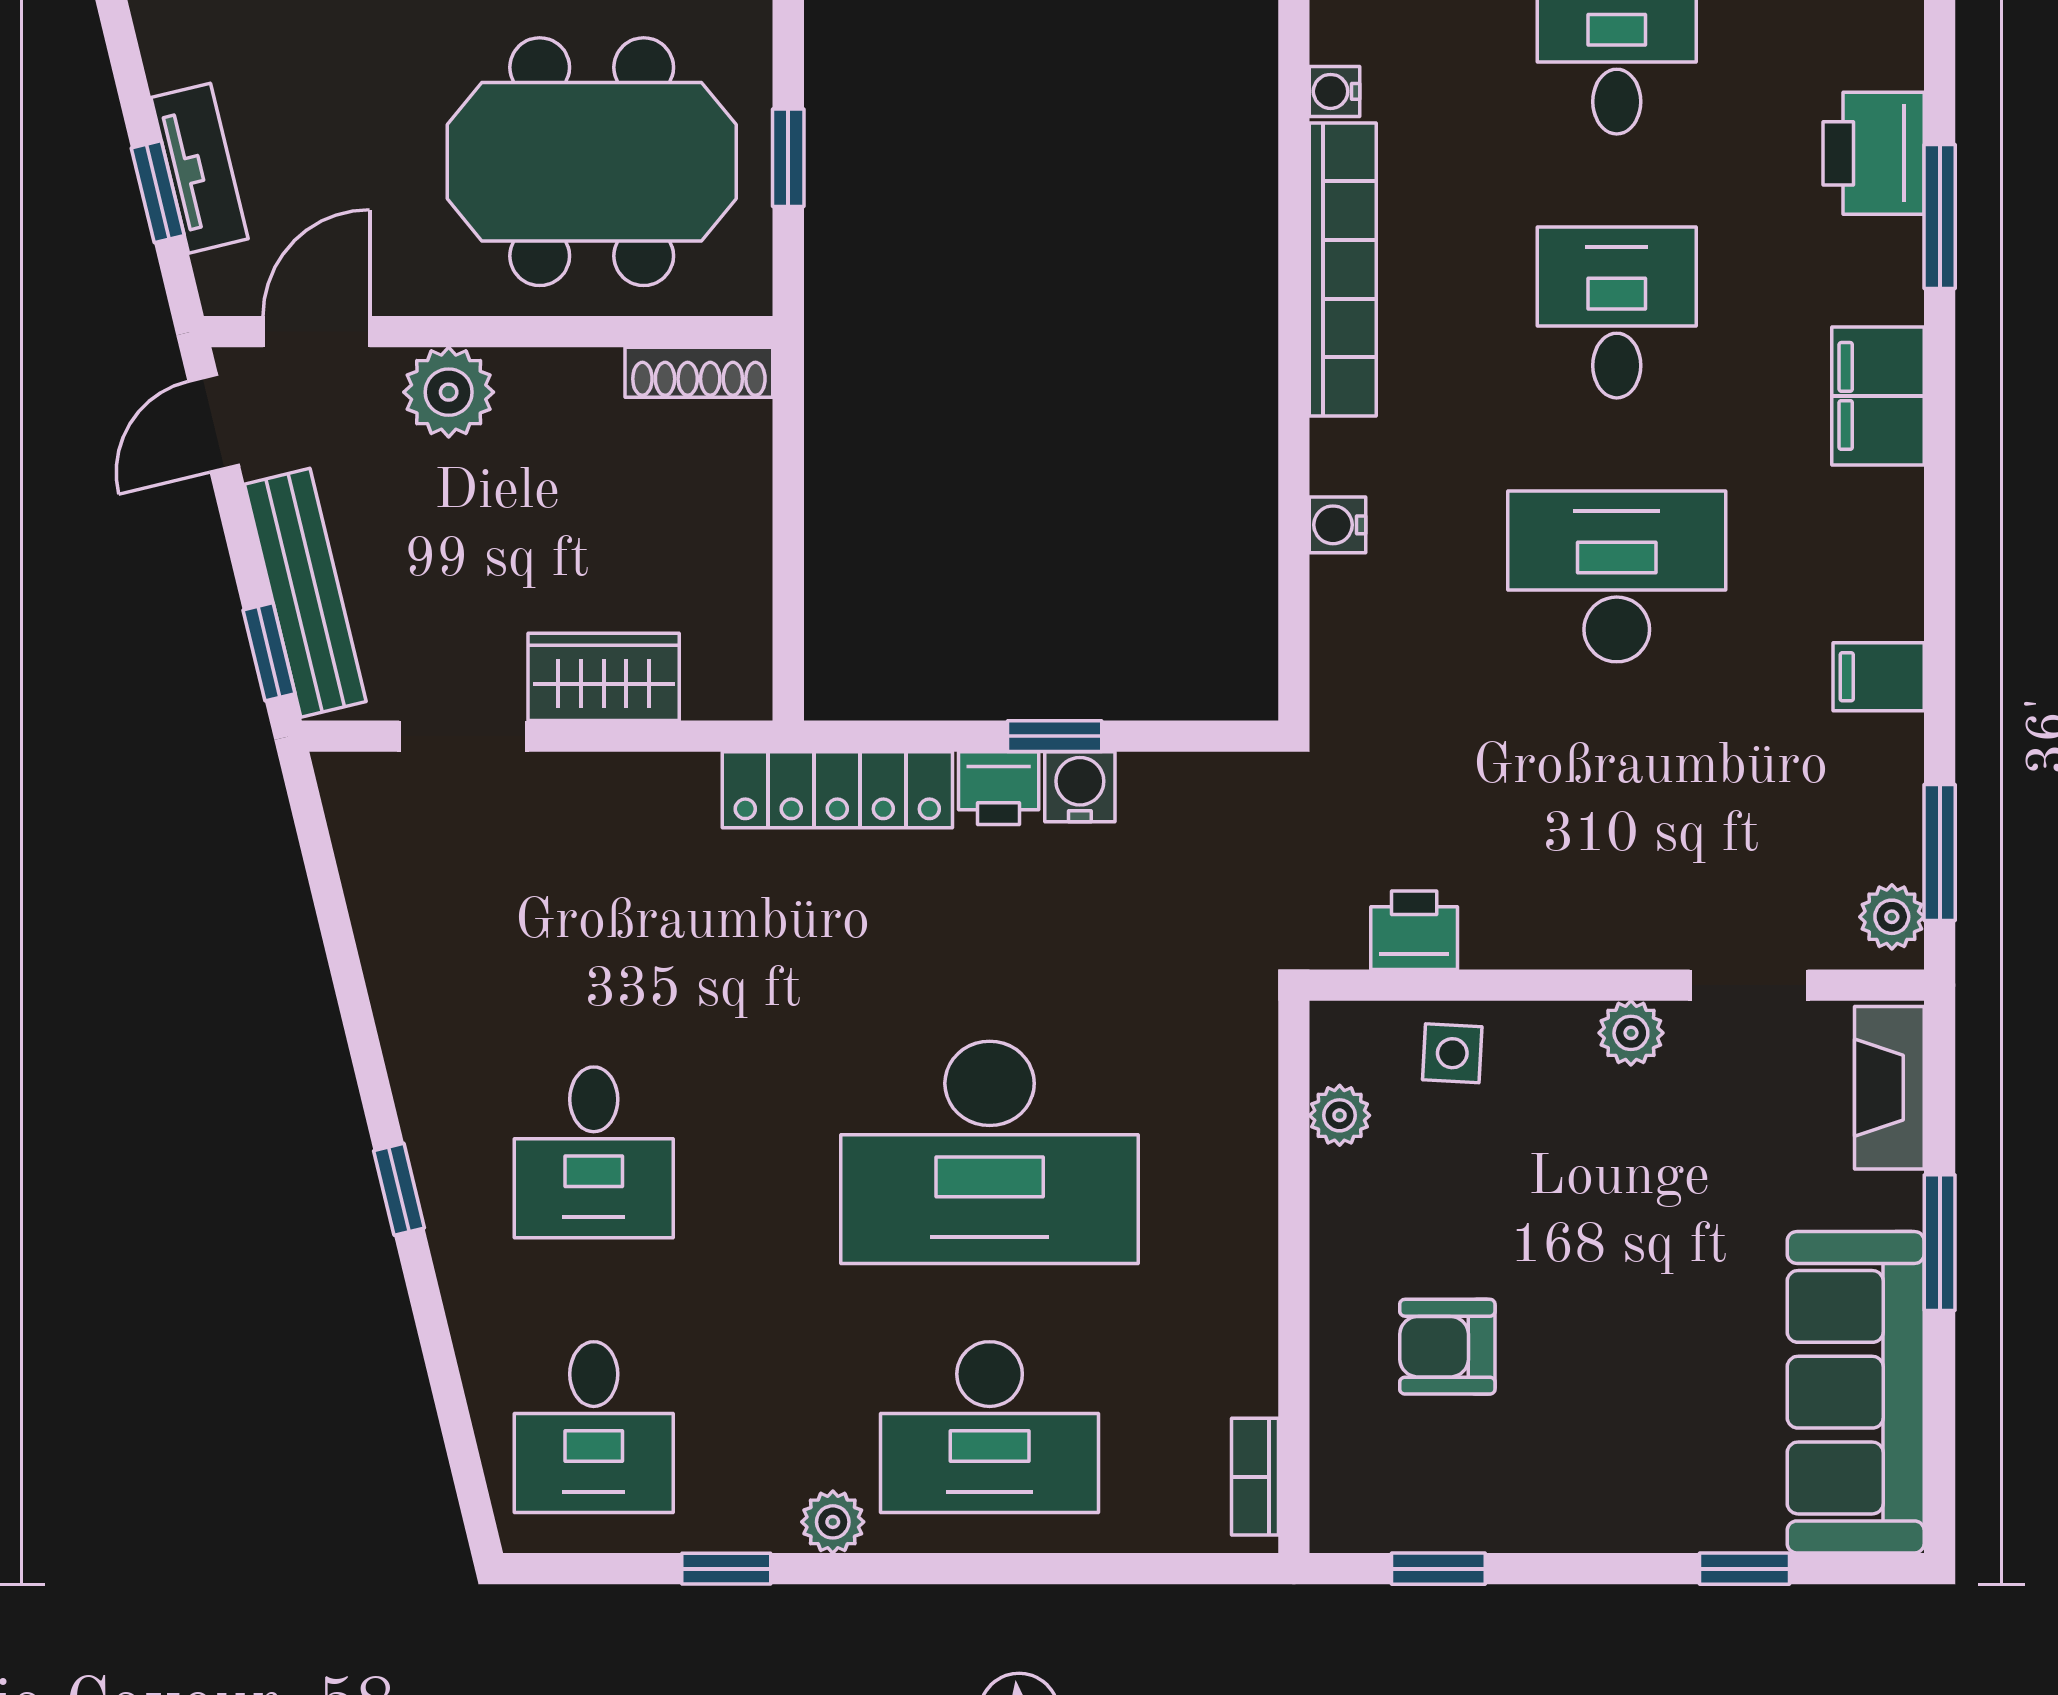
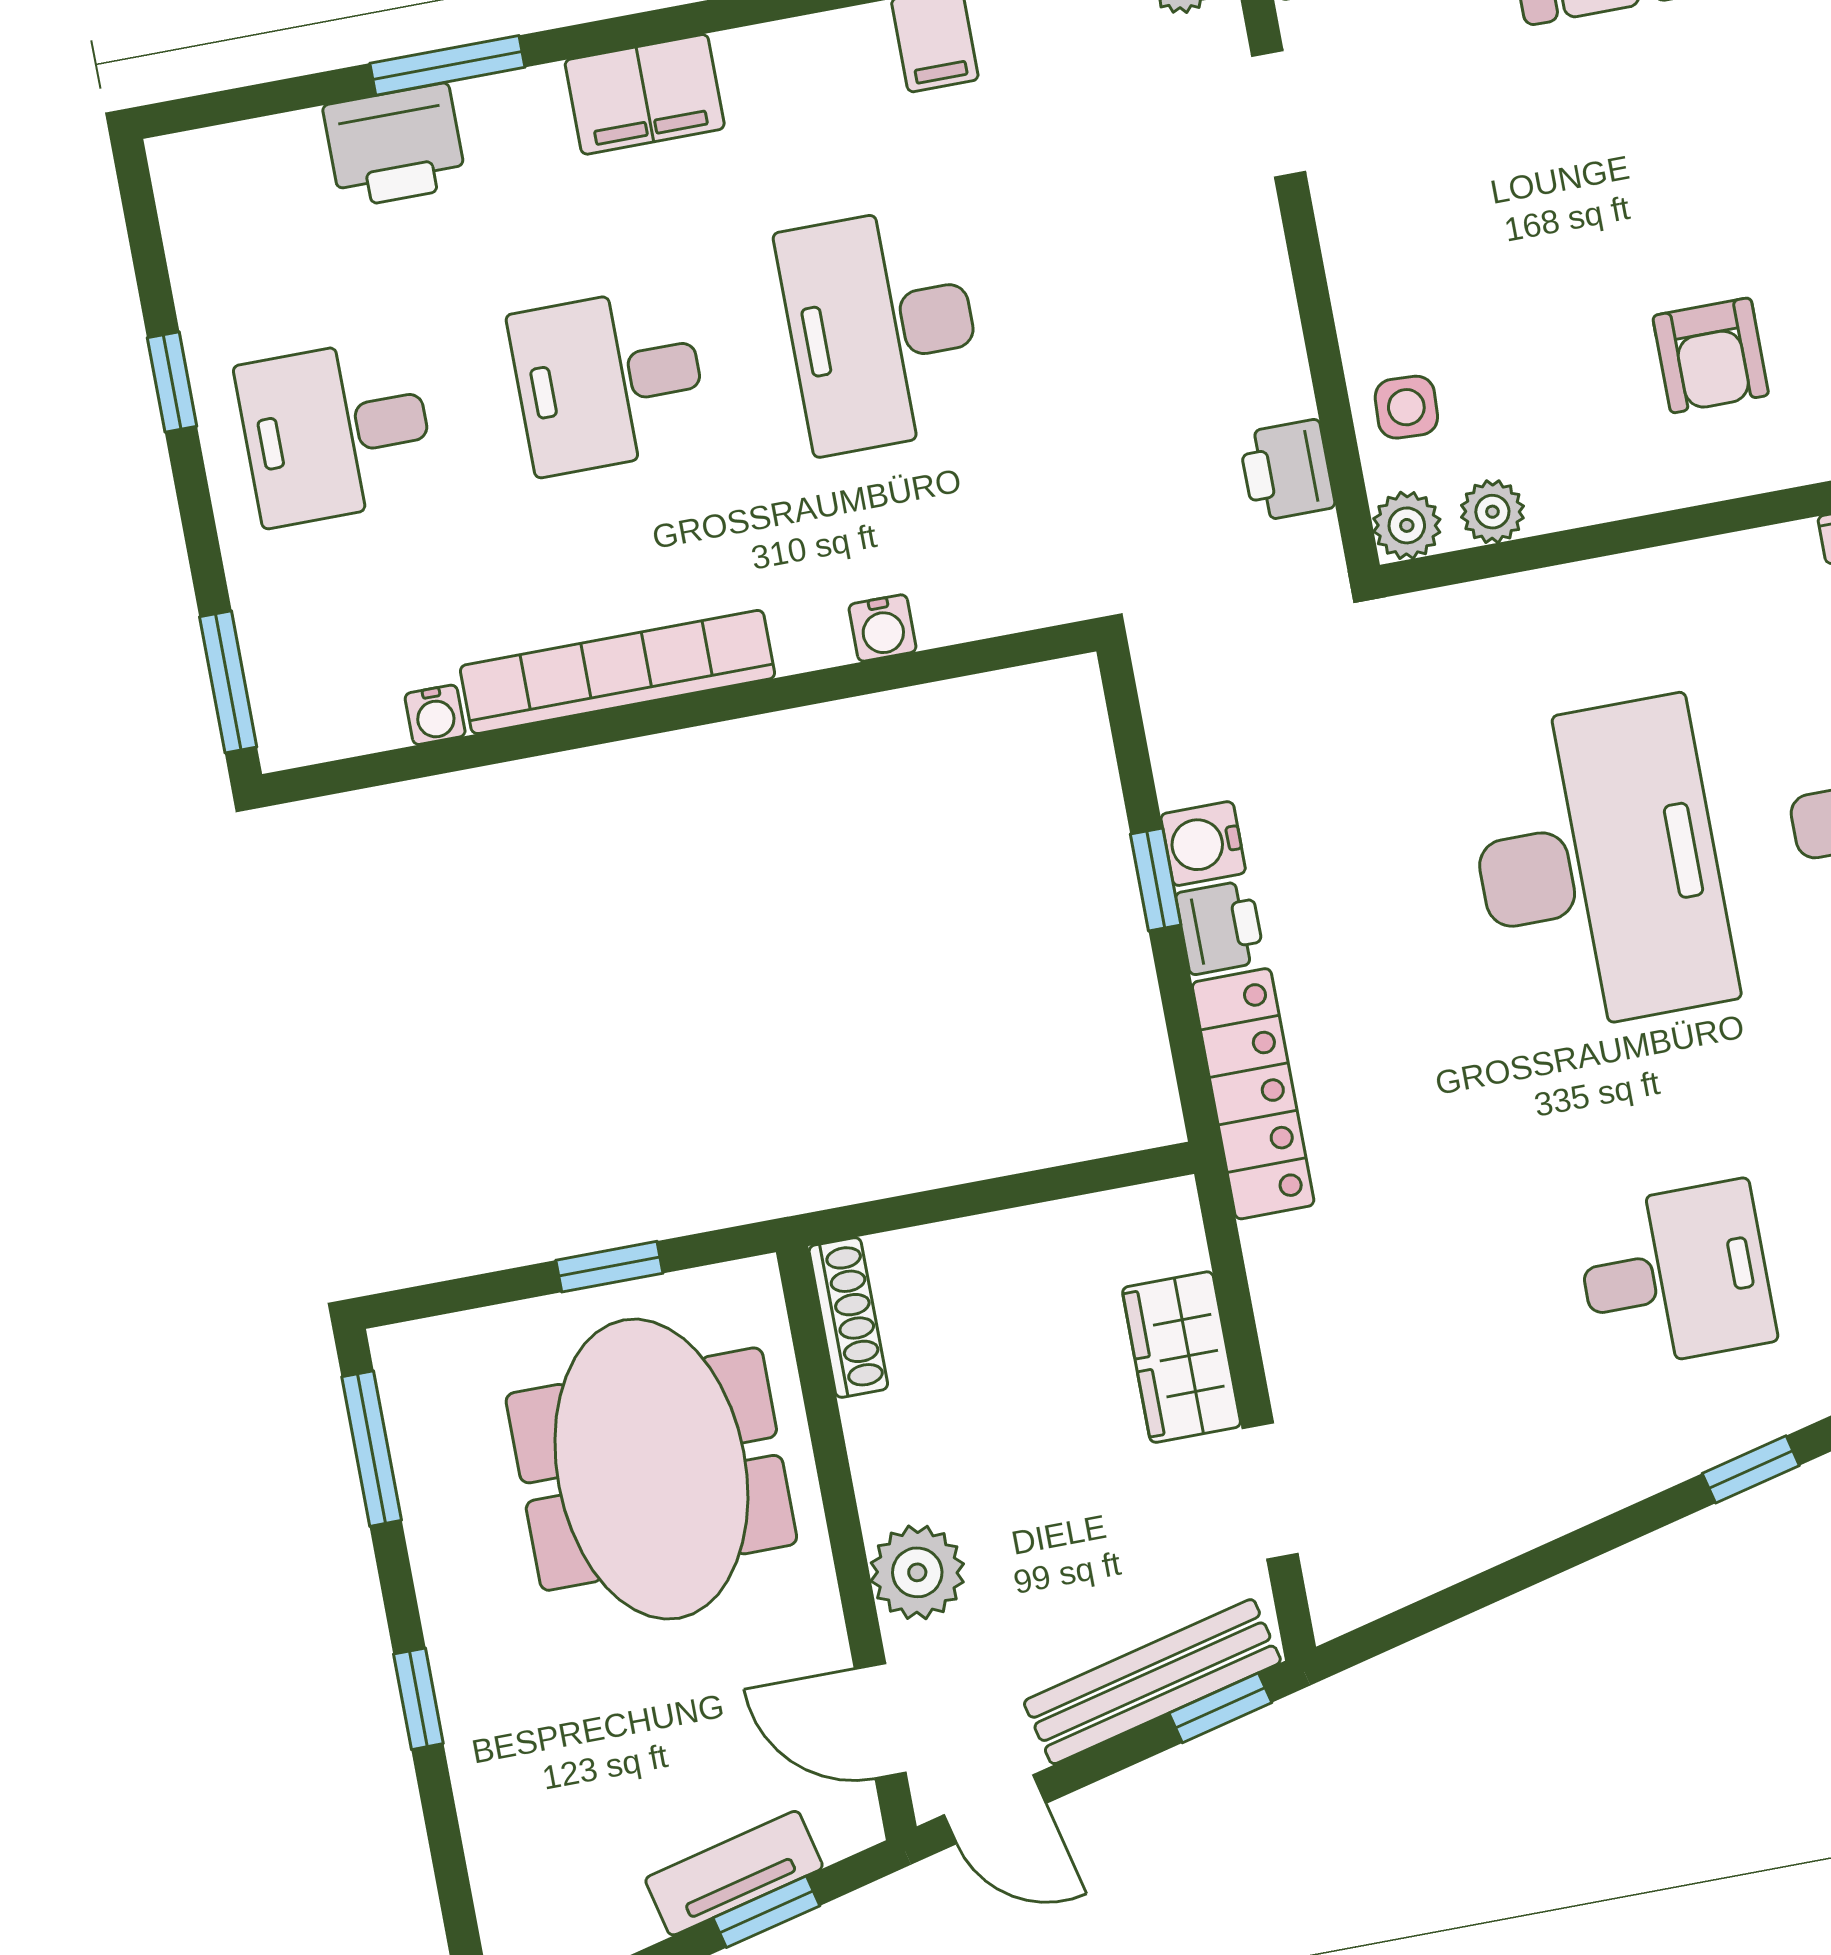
plant: (1631, 1033) -> (1407, 525), moved

